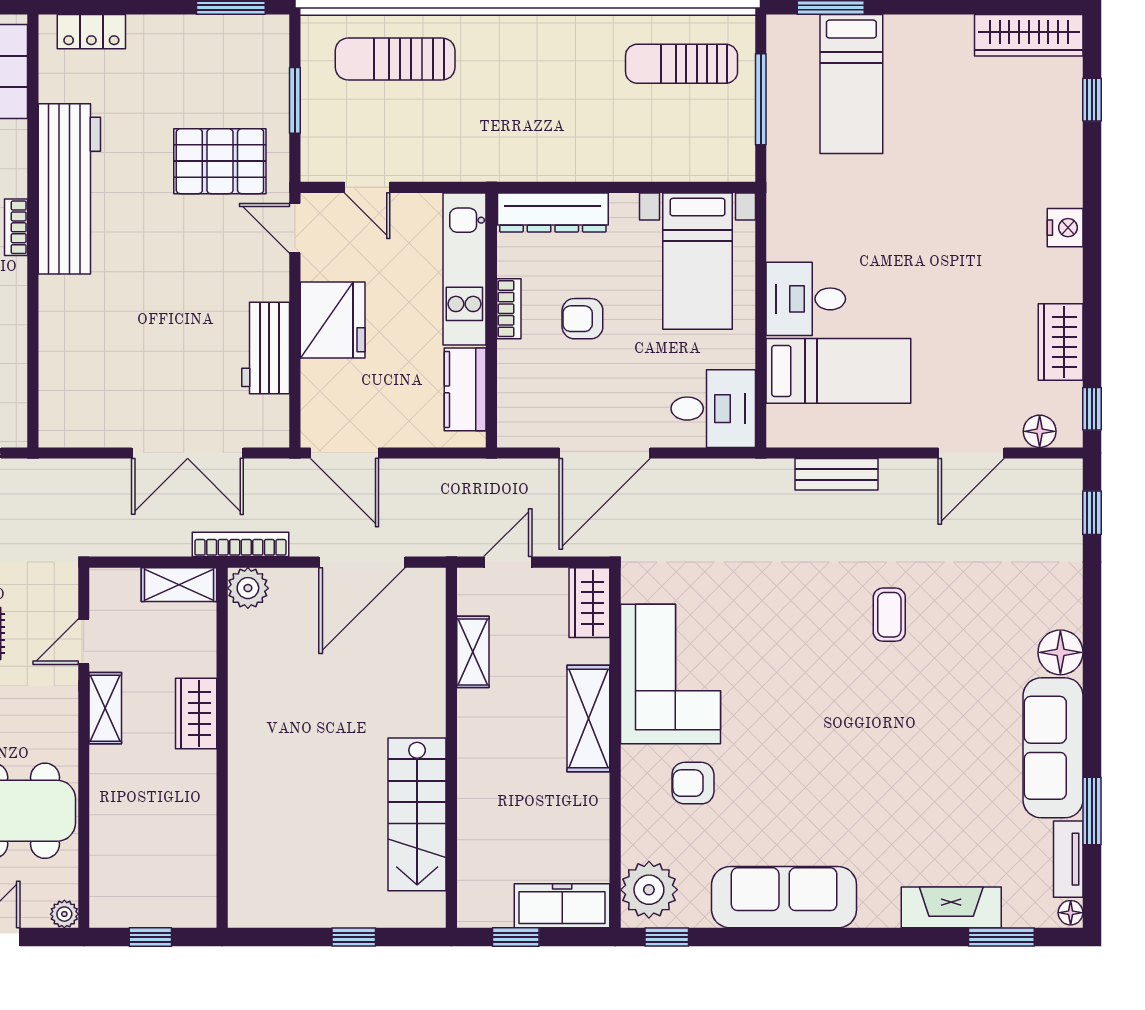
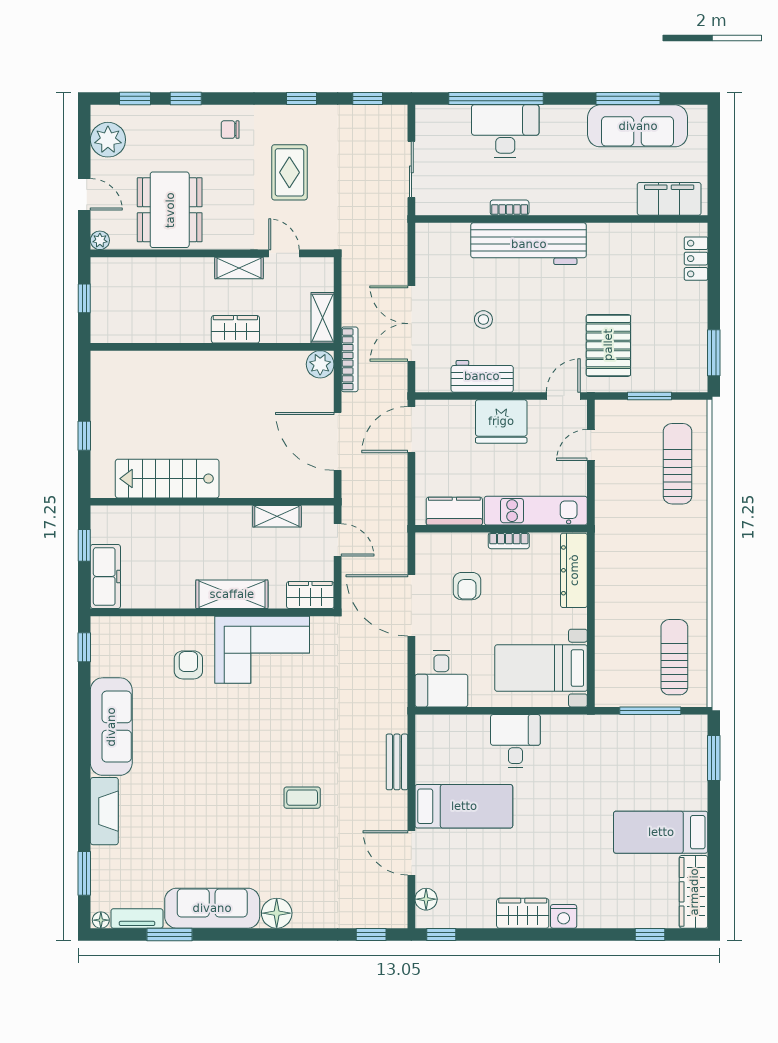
bed: (851, 84) -> (661, 832), moved
workbench: (69, 189) -> (529, 244), moved
bookcase: (16, 227) -> (510, 208), moved
armchair: (582, 319) -> (467, 586), moved, turned 180
wardrobe: (1061, 342) -> (523, 913), moved
stool: (182, 346) -> (483, 319), added
bed: (838, 371) -> (464, 806), moved, turned -90
plant: (649, 890) -> (116, 635), removed
fireplace: (951, 907) -> (104, 811), moved

